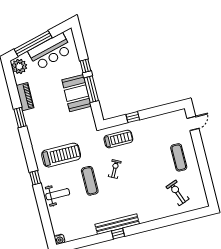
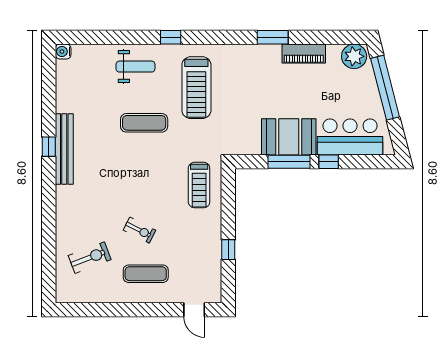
bar counter: (50, 51) -> (350, 137), moved, turned 104
window: (133, 117) -> (228, 250), moved
exercise bike: (115, 169) -> (139, 230), moved
weight bench: (58, 194) -> (135, 67), turned -90

